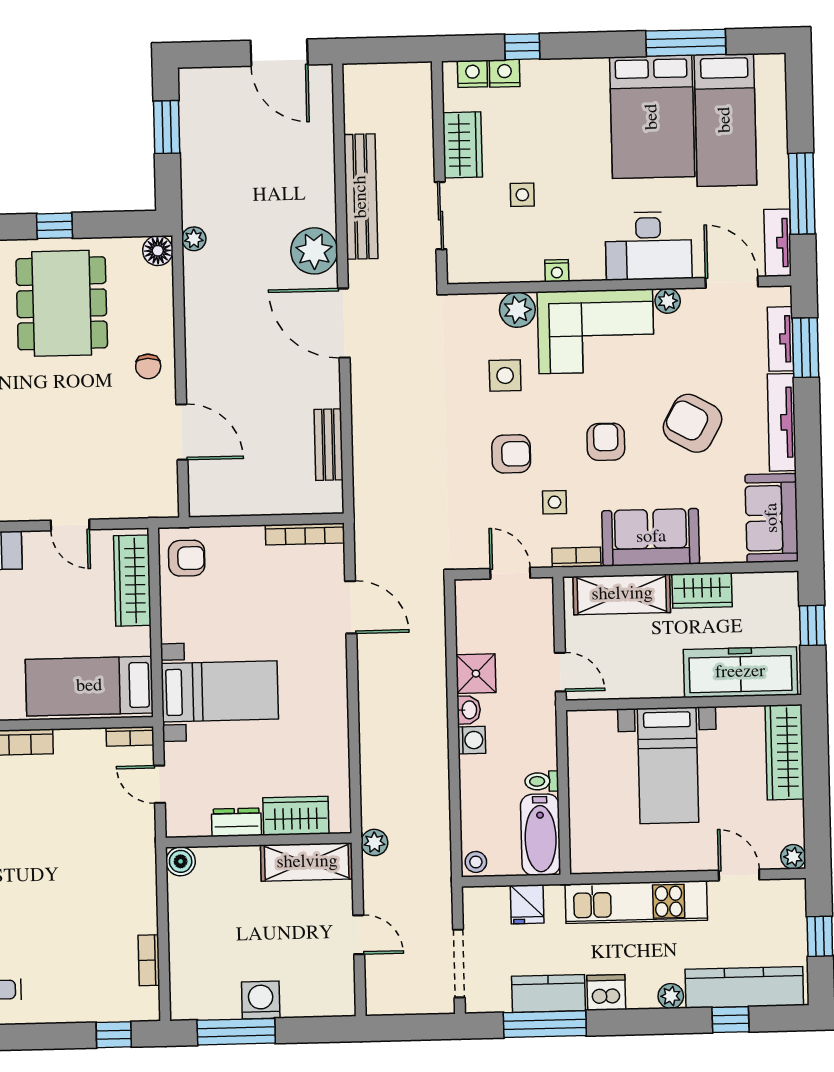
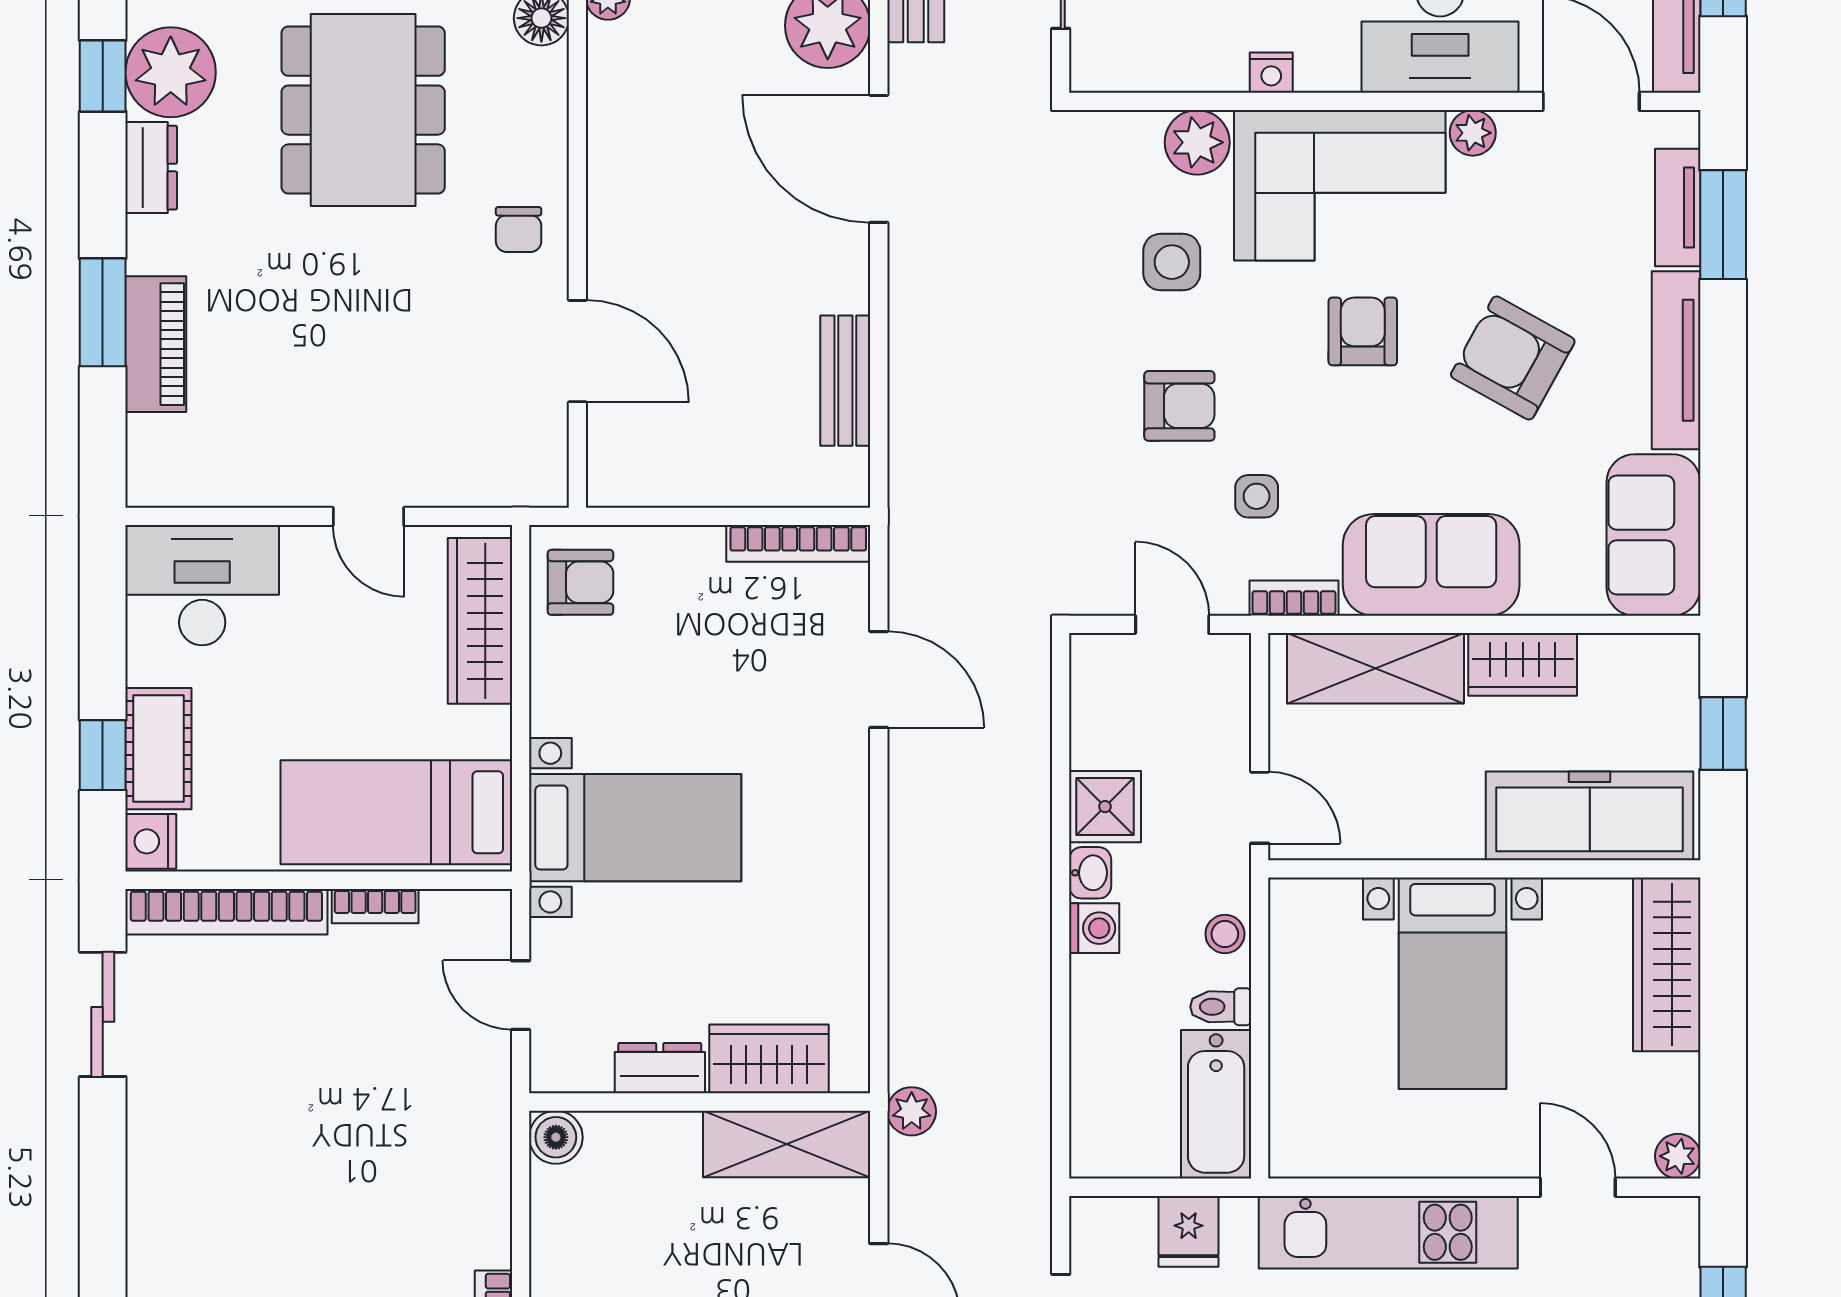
armchair: (606, 442) -> (1363, 331), moved
bookcase: (130, 736) -> (375, 906), moved
stool: (476, 862) -> (1225, 934), moved

